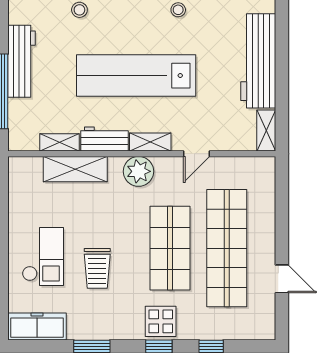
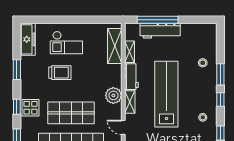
workbench: (21, 61) -> (160, 31), moved
shelving: (75, 169) -> (115, 46), moved
trolley: (97, 268) -> (60, 73), turned 180

